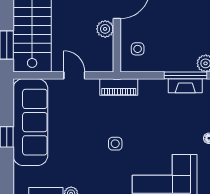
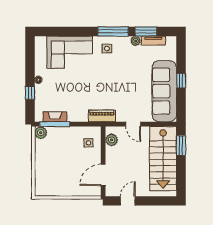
plant: (105, 29) -> (112, 140), moved
side table: (115, 144) -> (107, 49), moved

